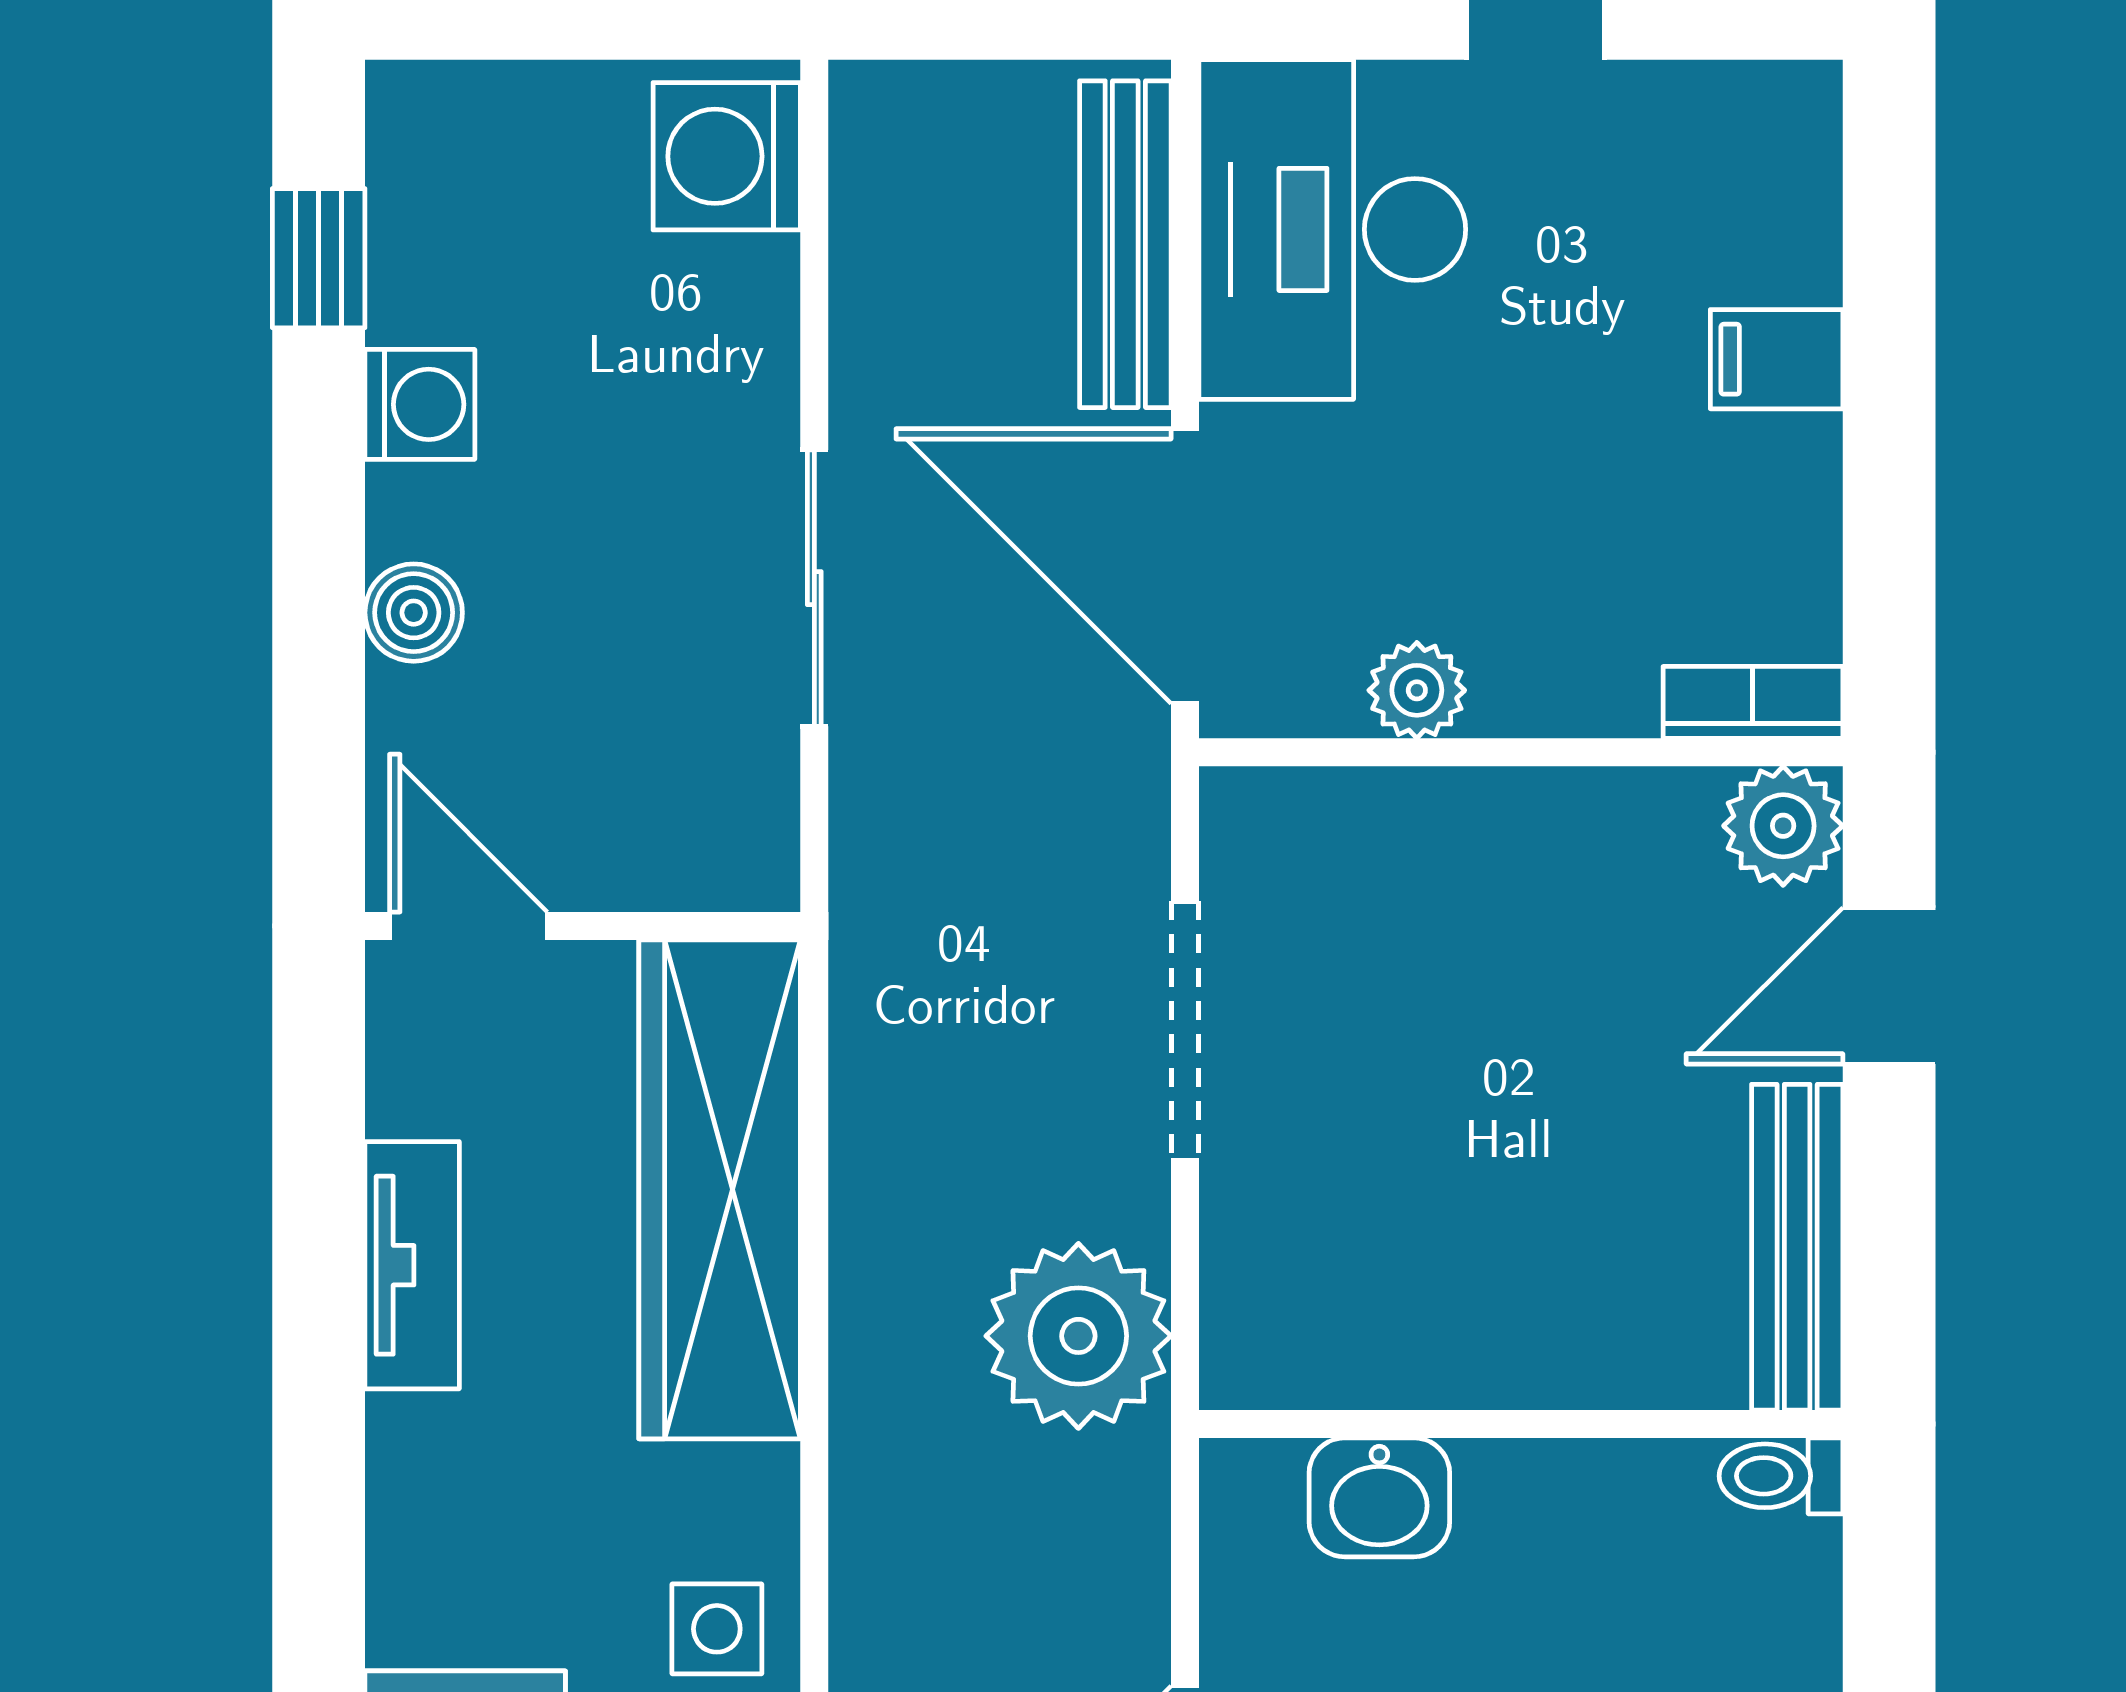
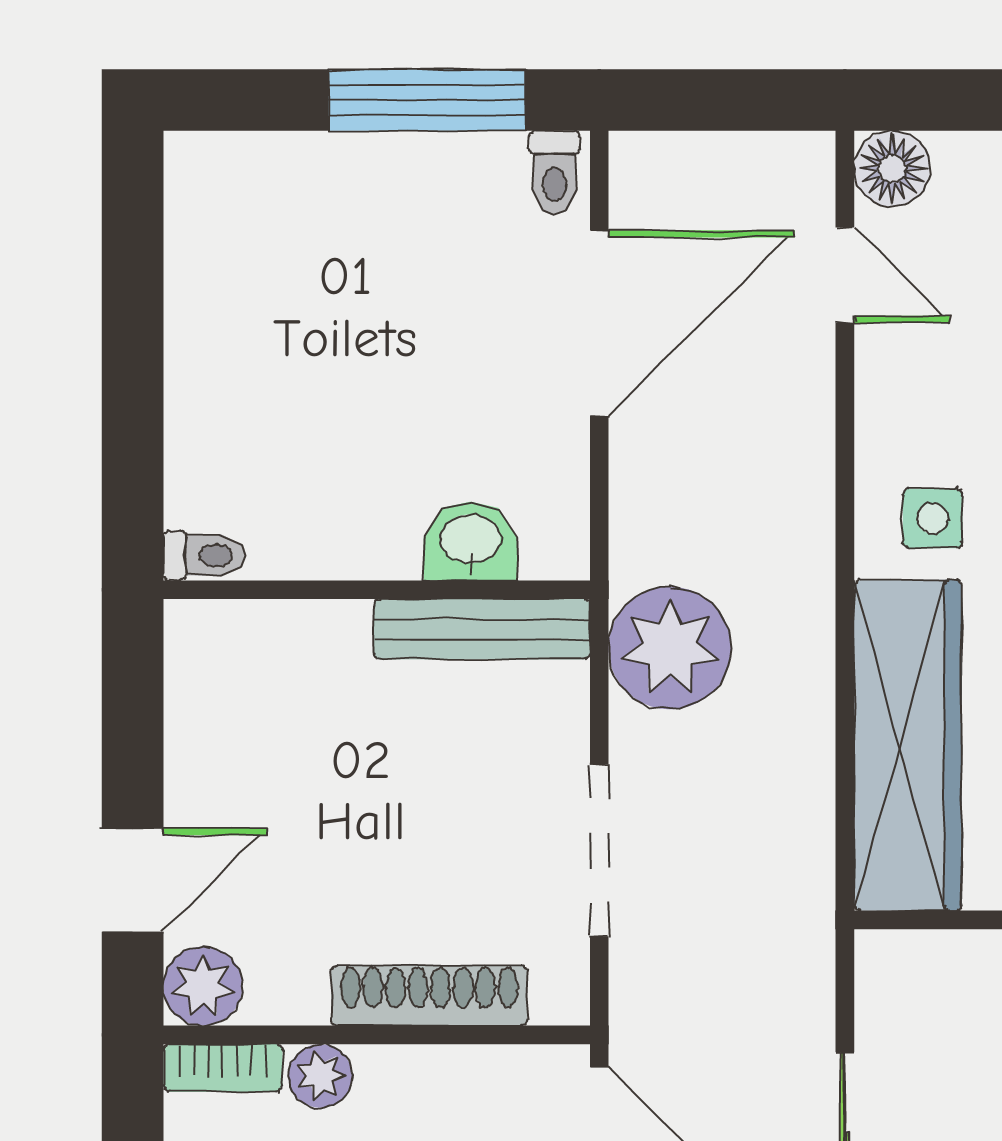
plant: (1417, 690) -> (320, 1076), moved
shoe rack: (1441, 812) -> (429, 995), added
bench: (1797, 1247) -> (482, 629), moved, turned 90
side table: (717, 1629) -> (933, 518), moved

